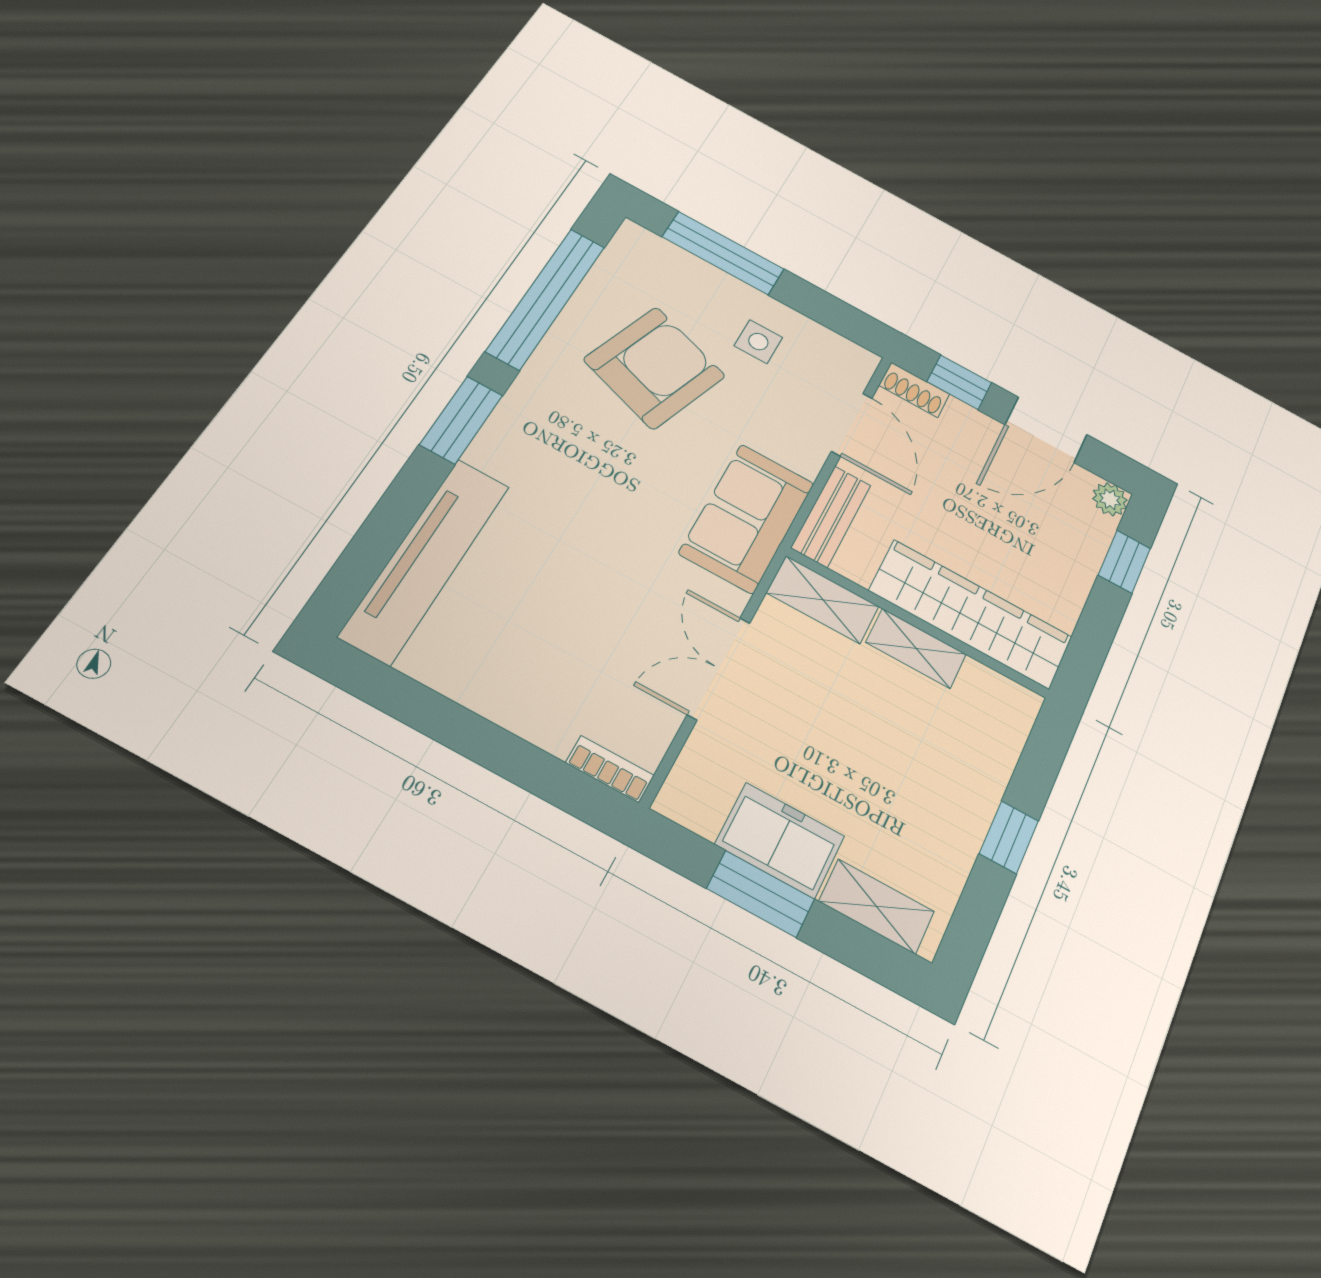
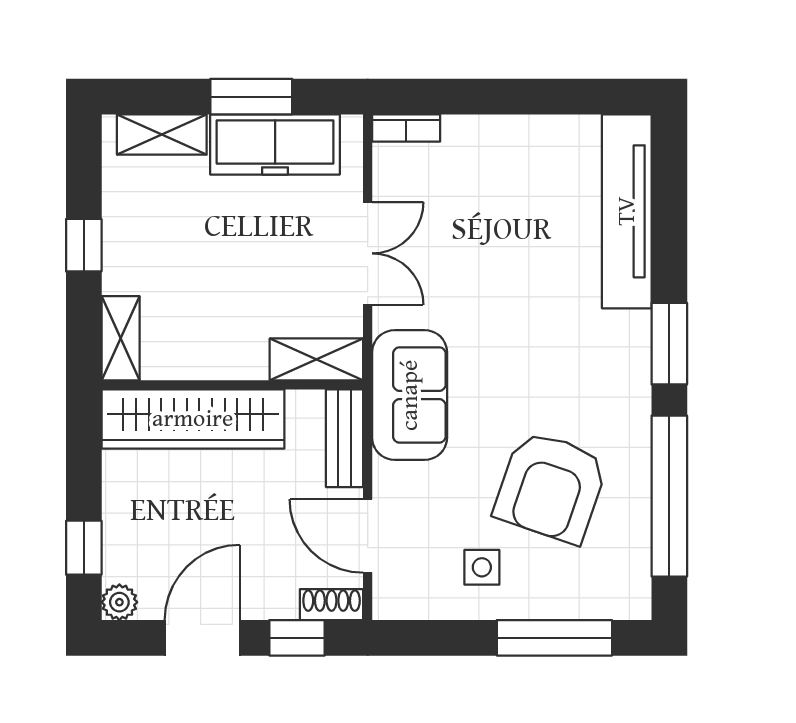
shelving: (916, 648) -> (121, 338), moved, turned 90
freezer: (780, 840) -> (275, 144), width x1.40

